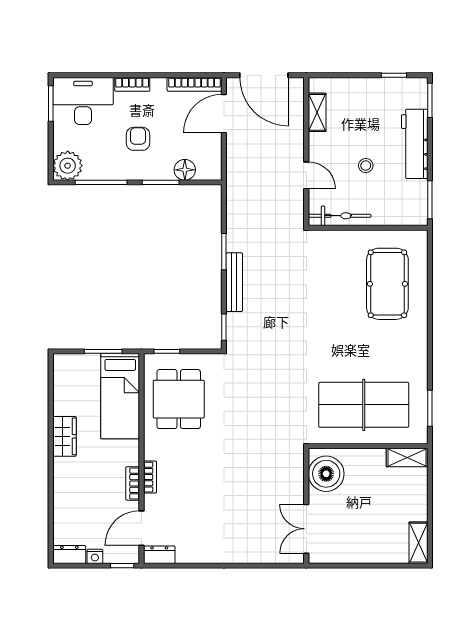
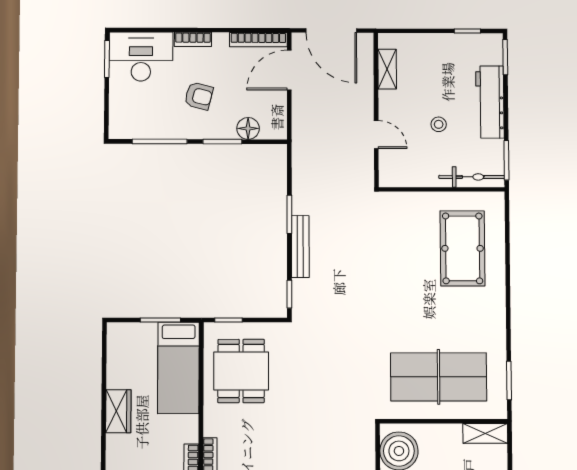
armchair: (138, 139) -> (199, 96), turned 104
plant: (68, 166) -> (124, 124), removed
bicycle: (340, 216) -> (472, 177), moved

